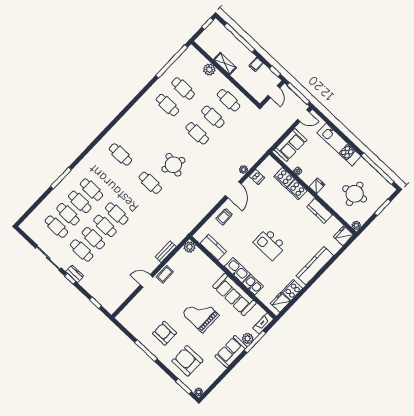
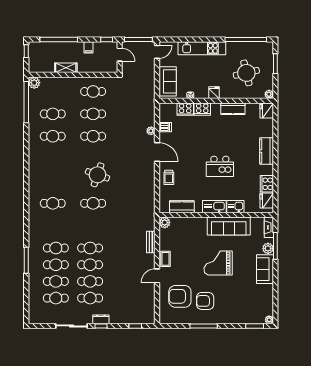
plant: (209, 70) -> (34, 83), moved
kitchen counter: (315, 266) -> (267, 151), width x0.67
armchair: (187, 361) -> (180, 296), moved

